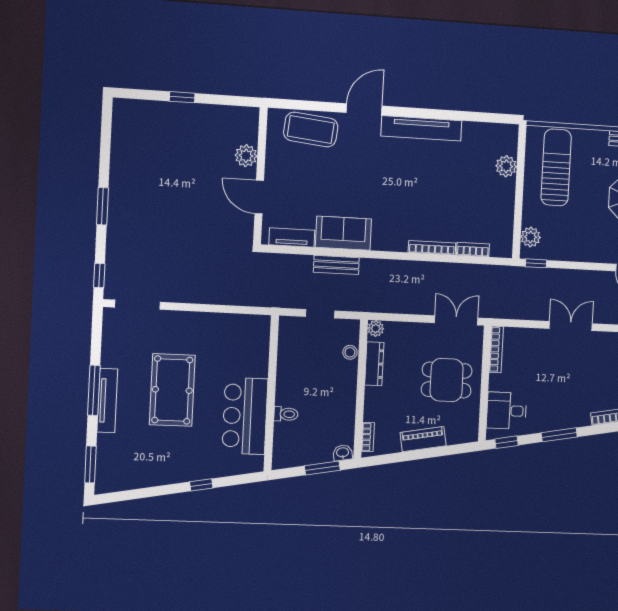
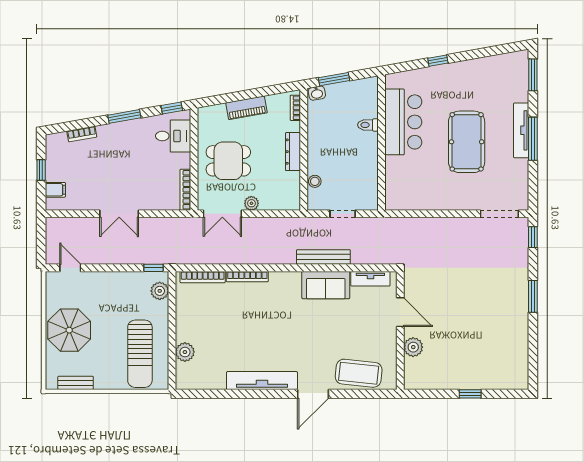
bookcase: (473, 249) -> (203, 277), width x1.56
bench: (336, 265) -> (323, 257), width x1.36
plant: (376, 328) -> (251, 203), moved
dresser: (374, 364) -> (293, 152), moved

